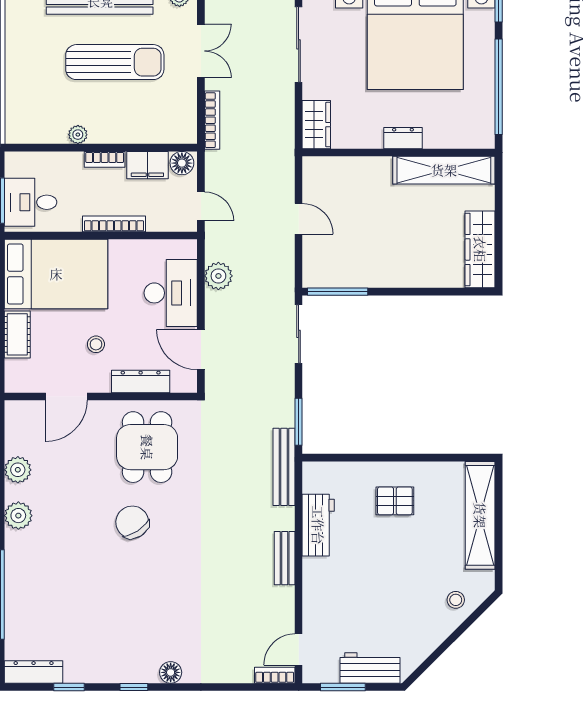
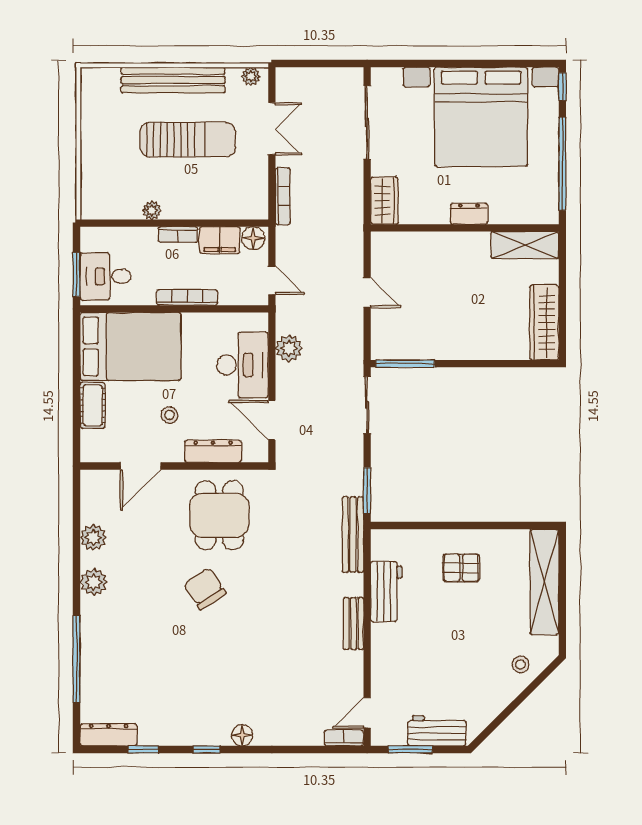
shelving: (444, 170) -> (525, 245), width x0.68

